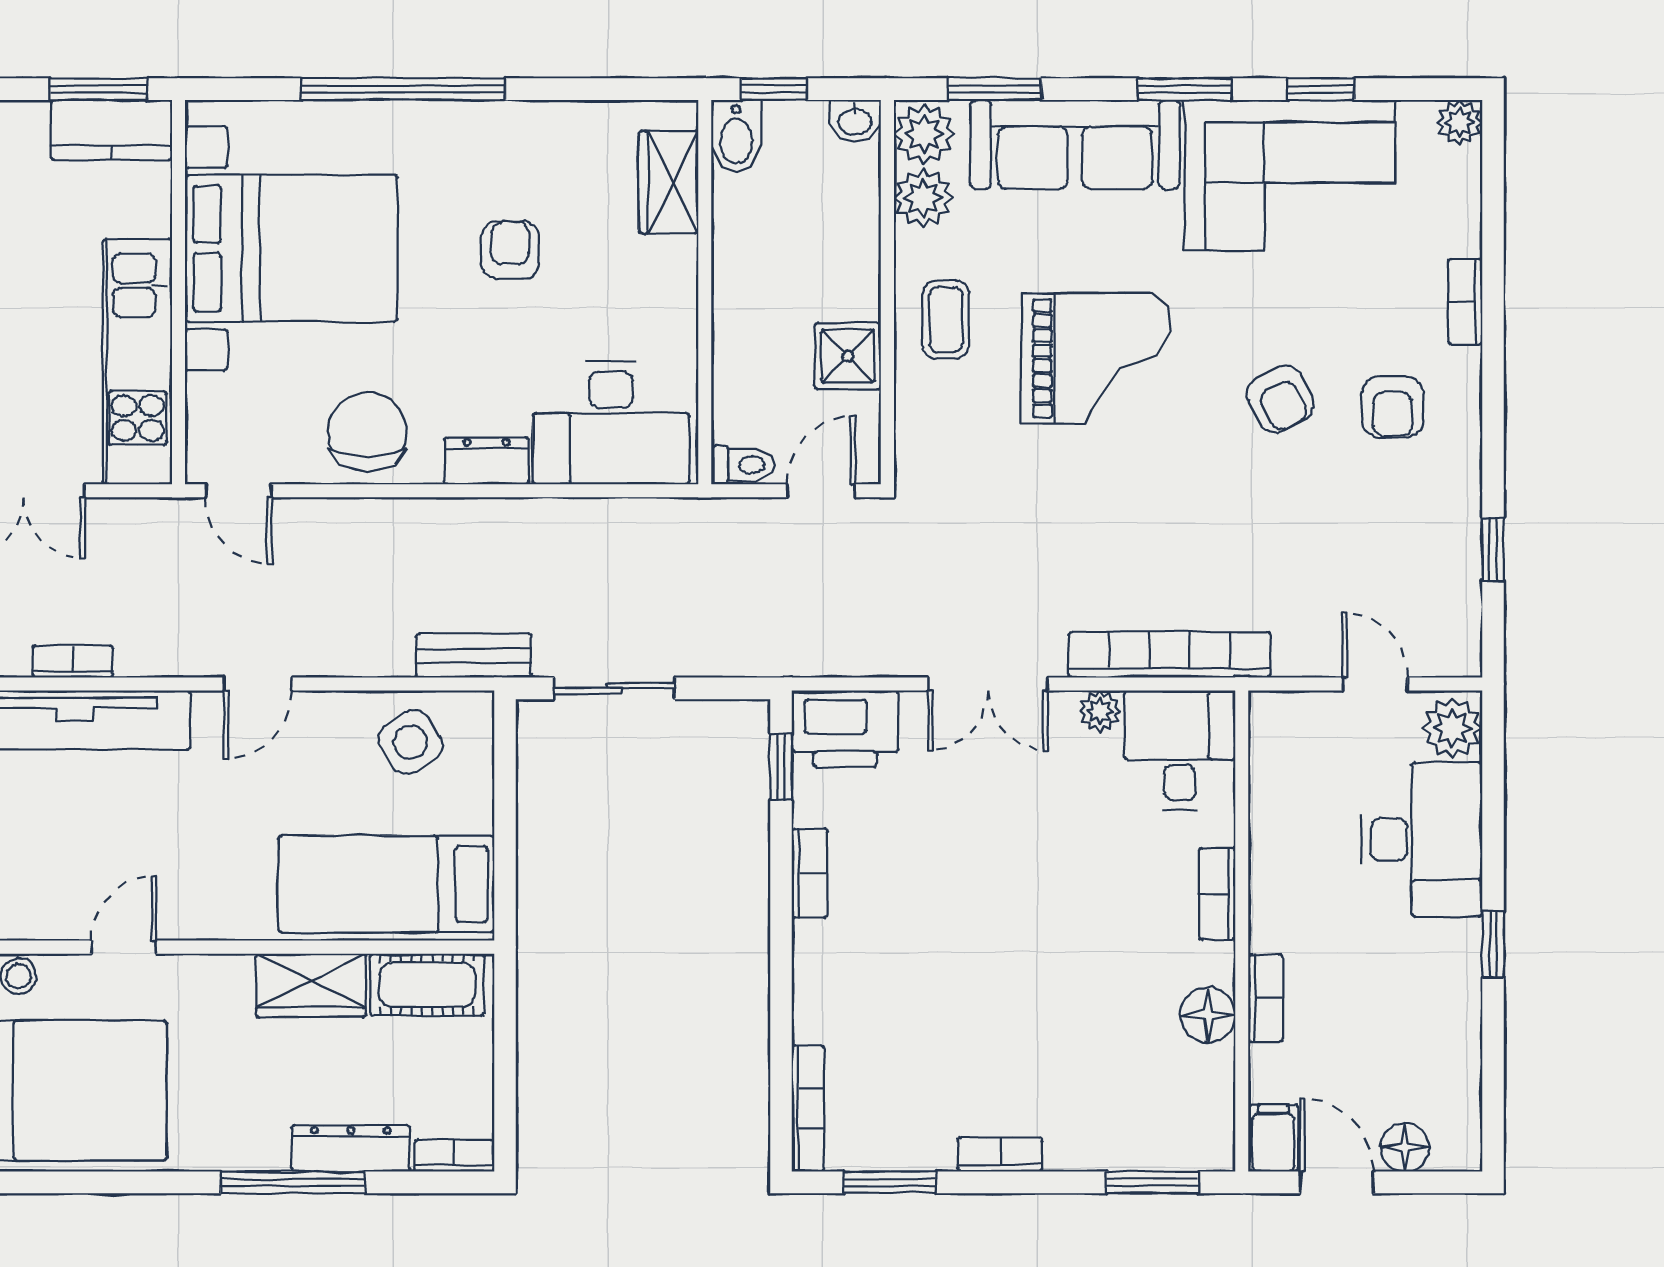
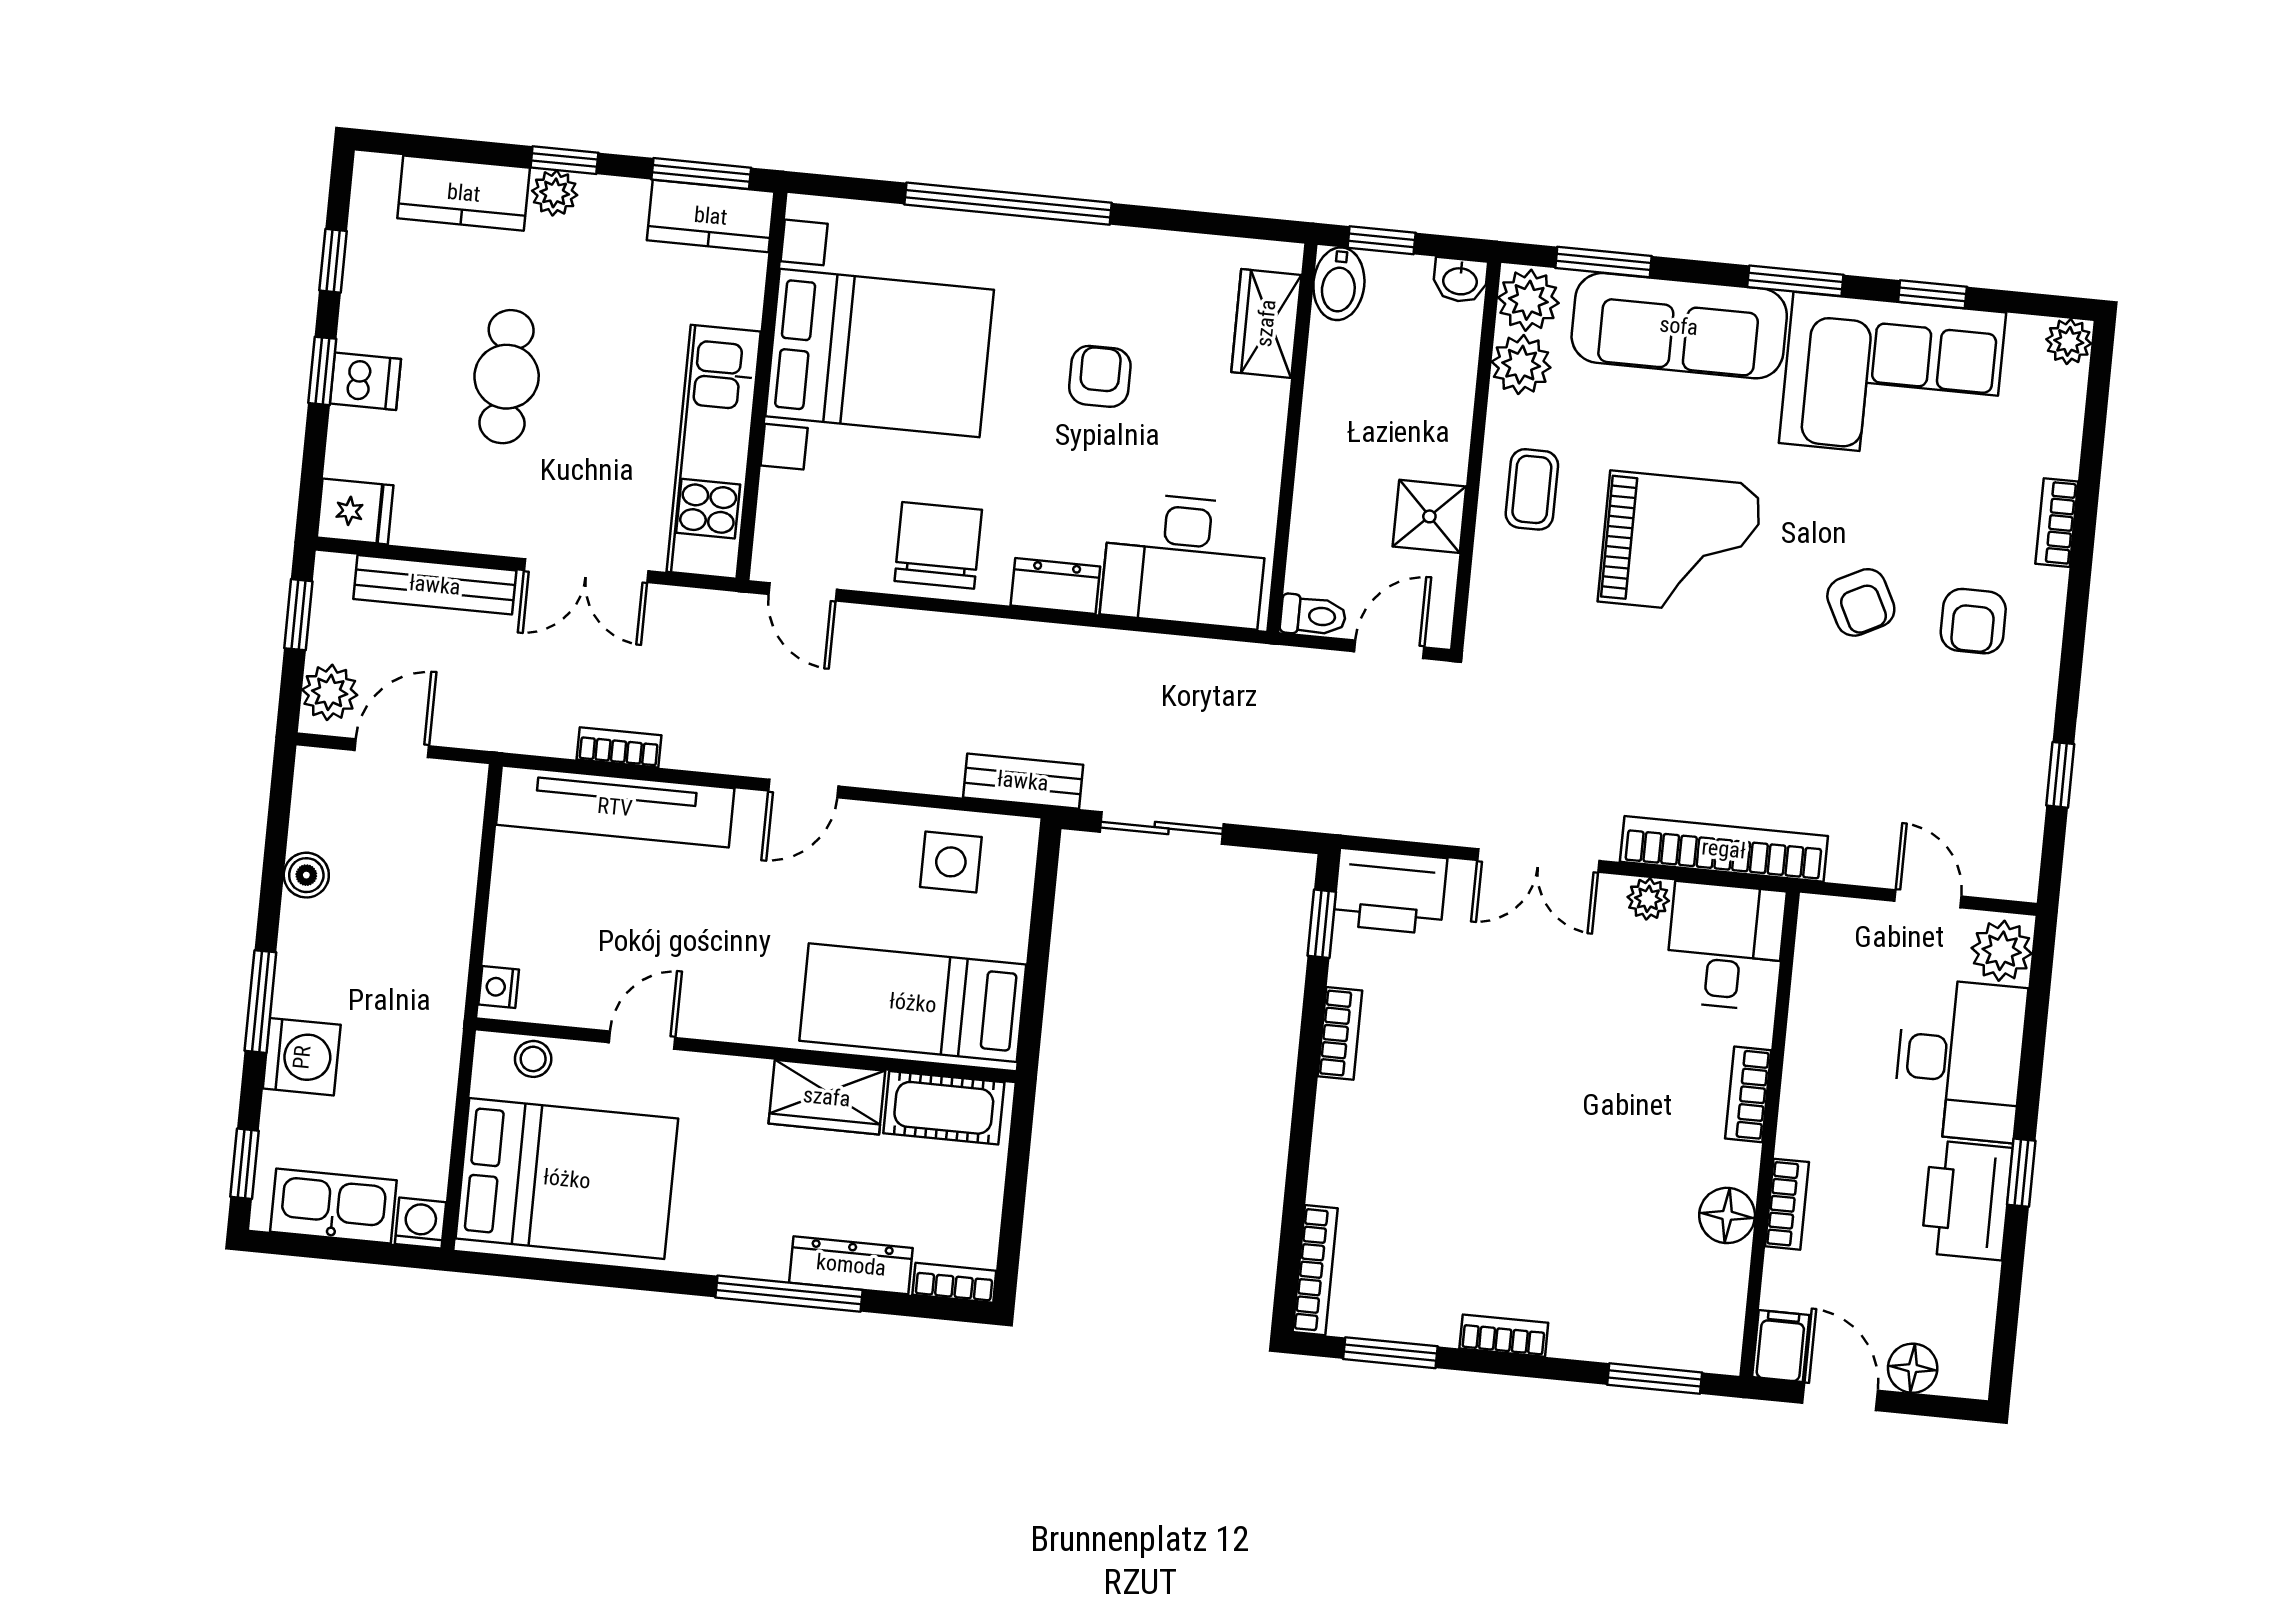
side table: (410, 742) -> (951, 862), turned 33
printer: (1442, 977) -> (1967, 1200), added

